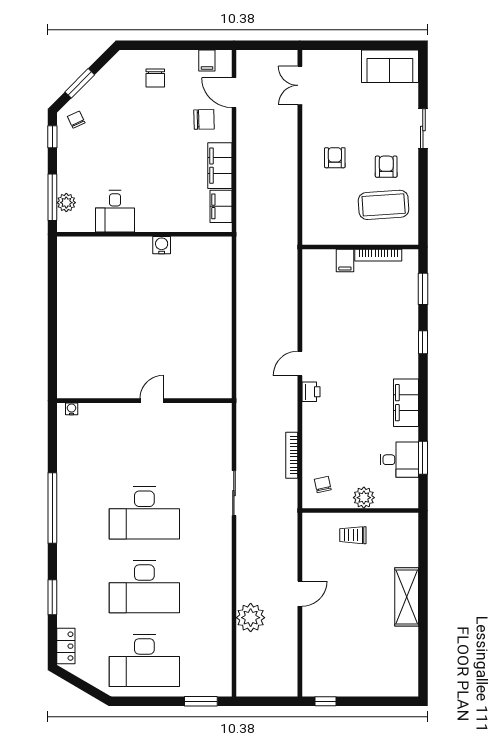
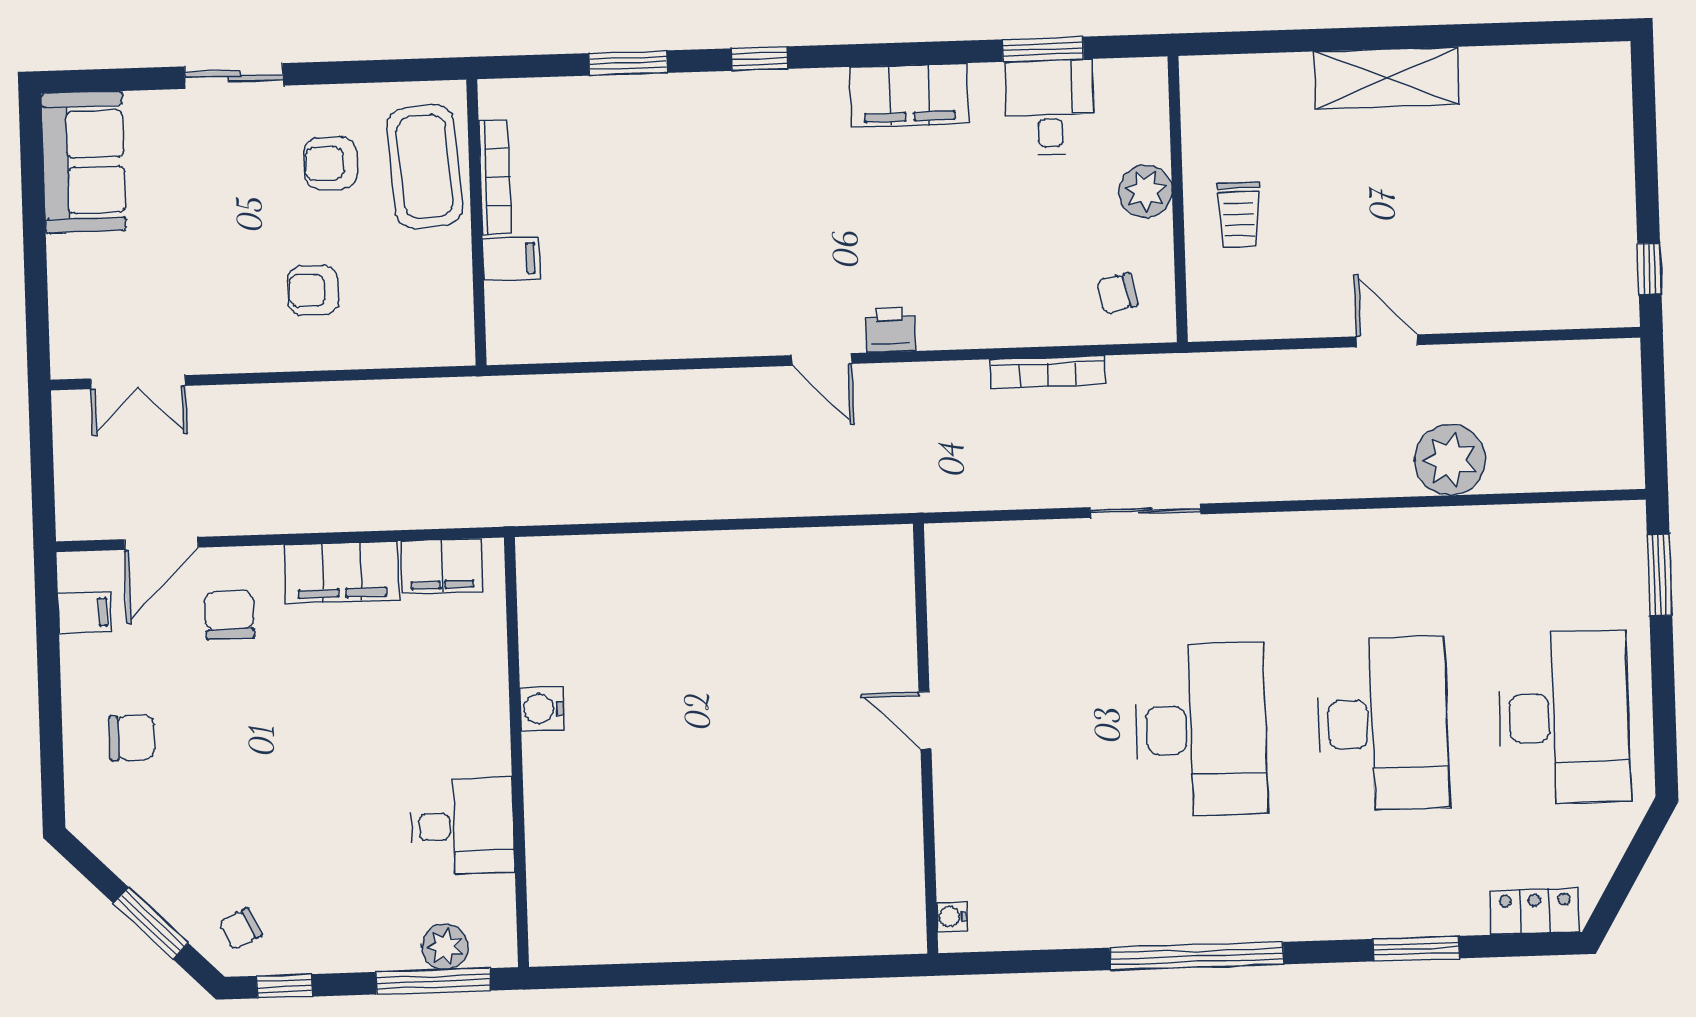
wall: (360, 247) -> (476, 222), moved
bookcase: (378, 255) -> (495, 177), moved
filing cabinet: (345, 261) -> (511, 259), moved

